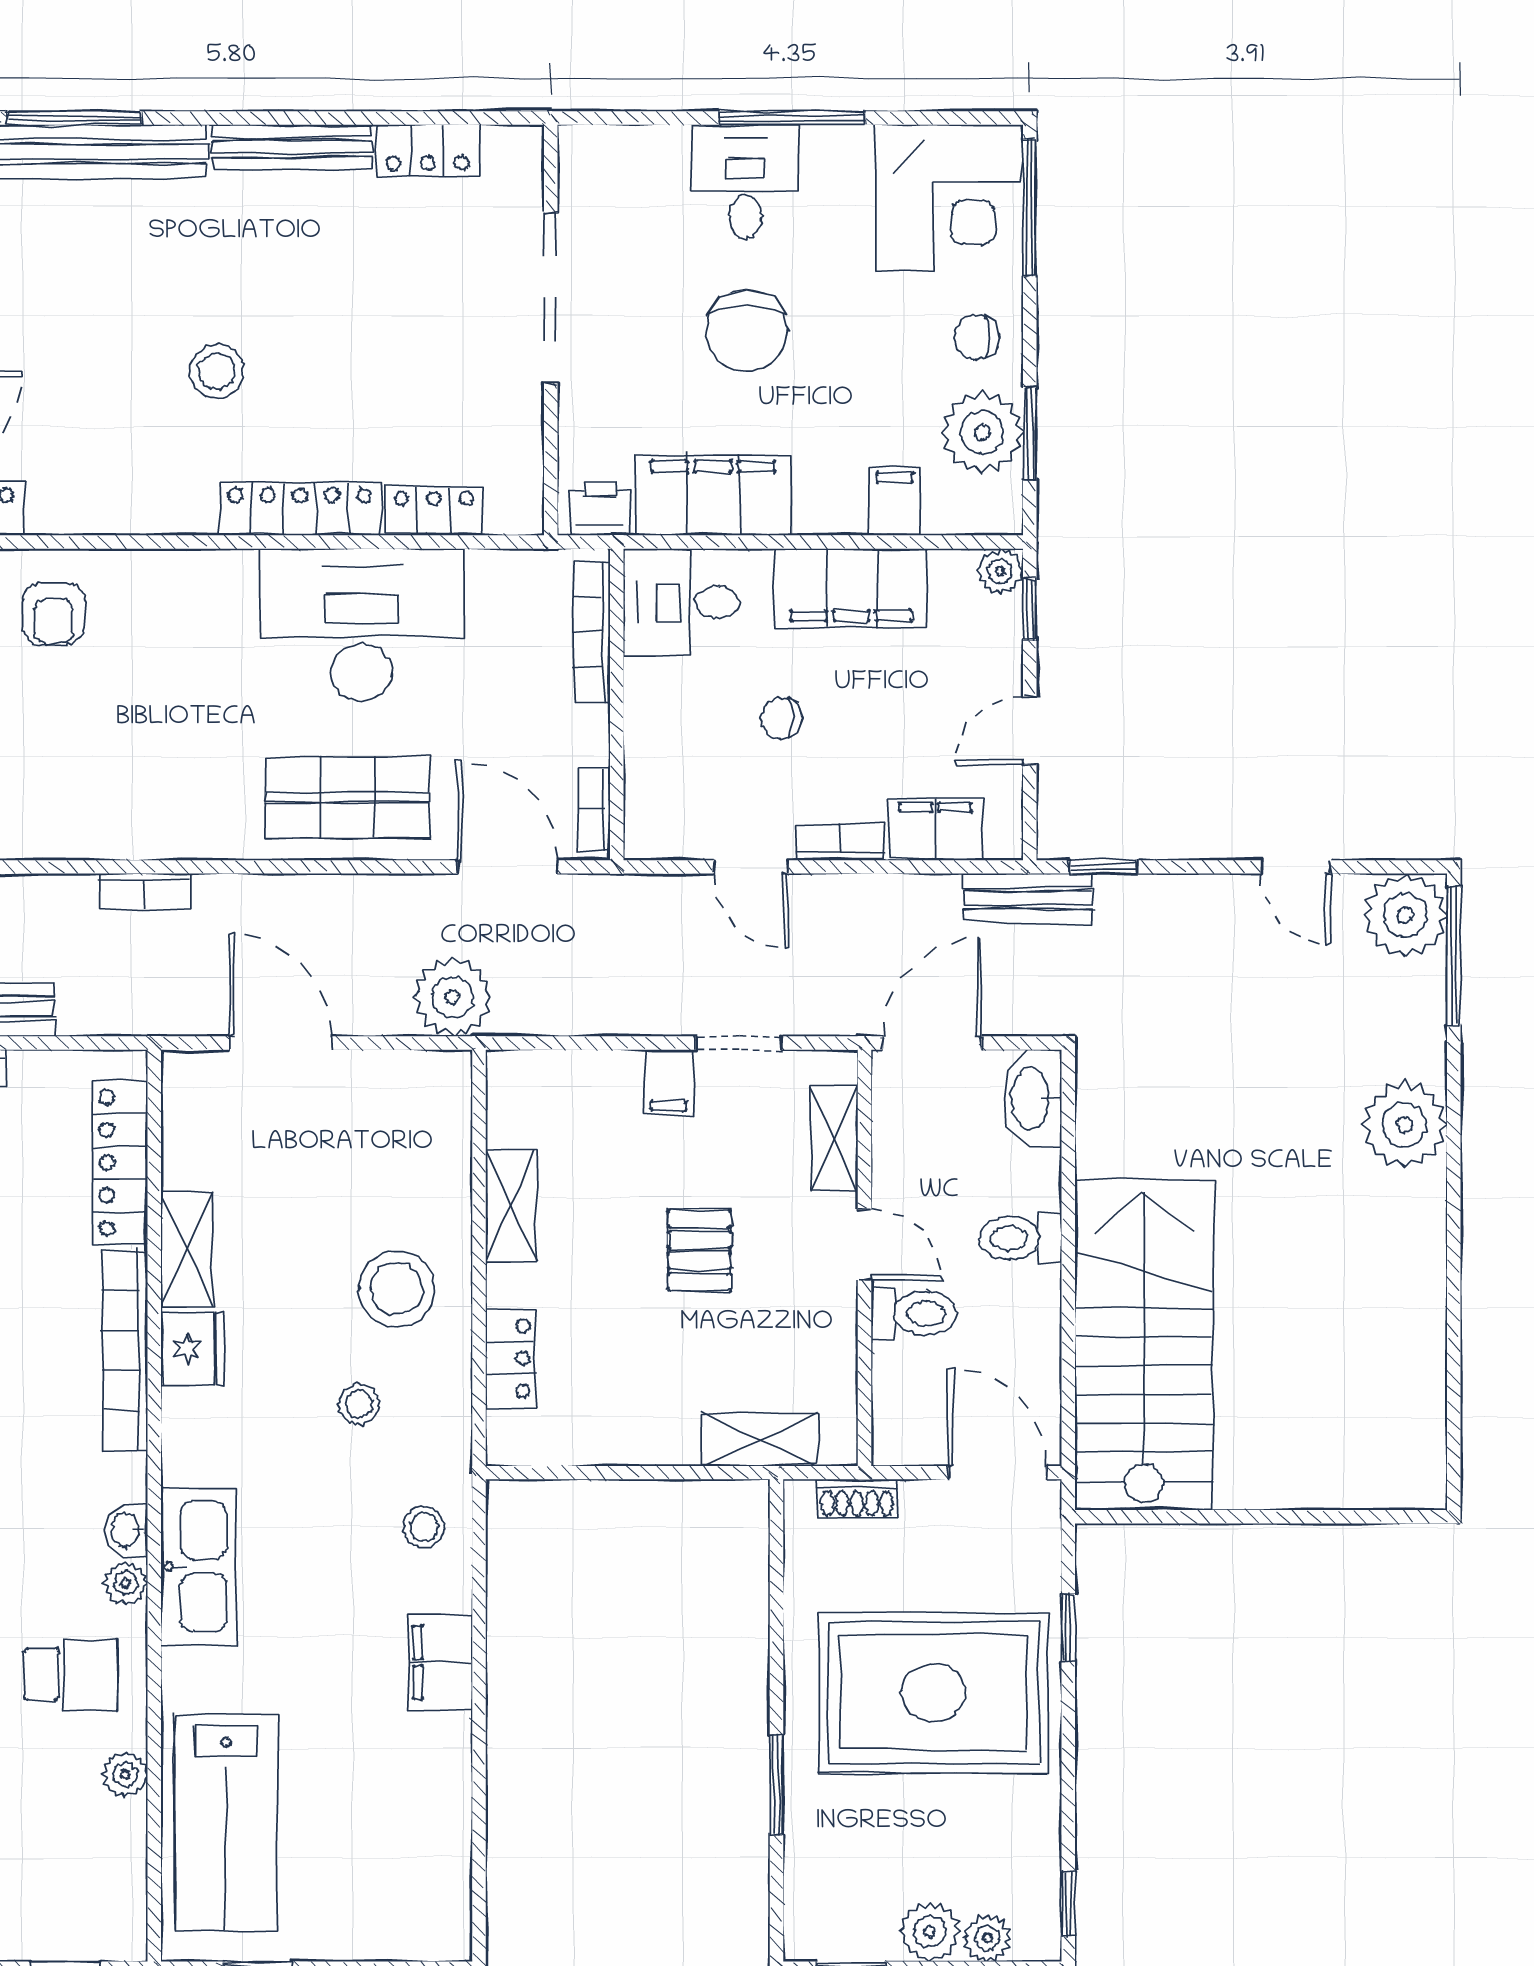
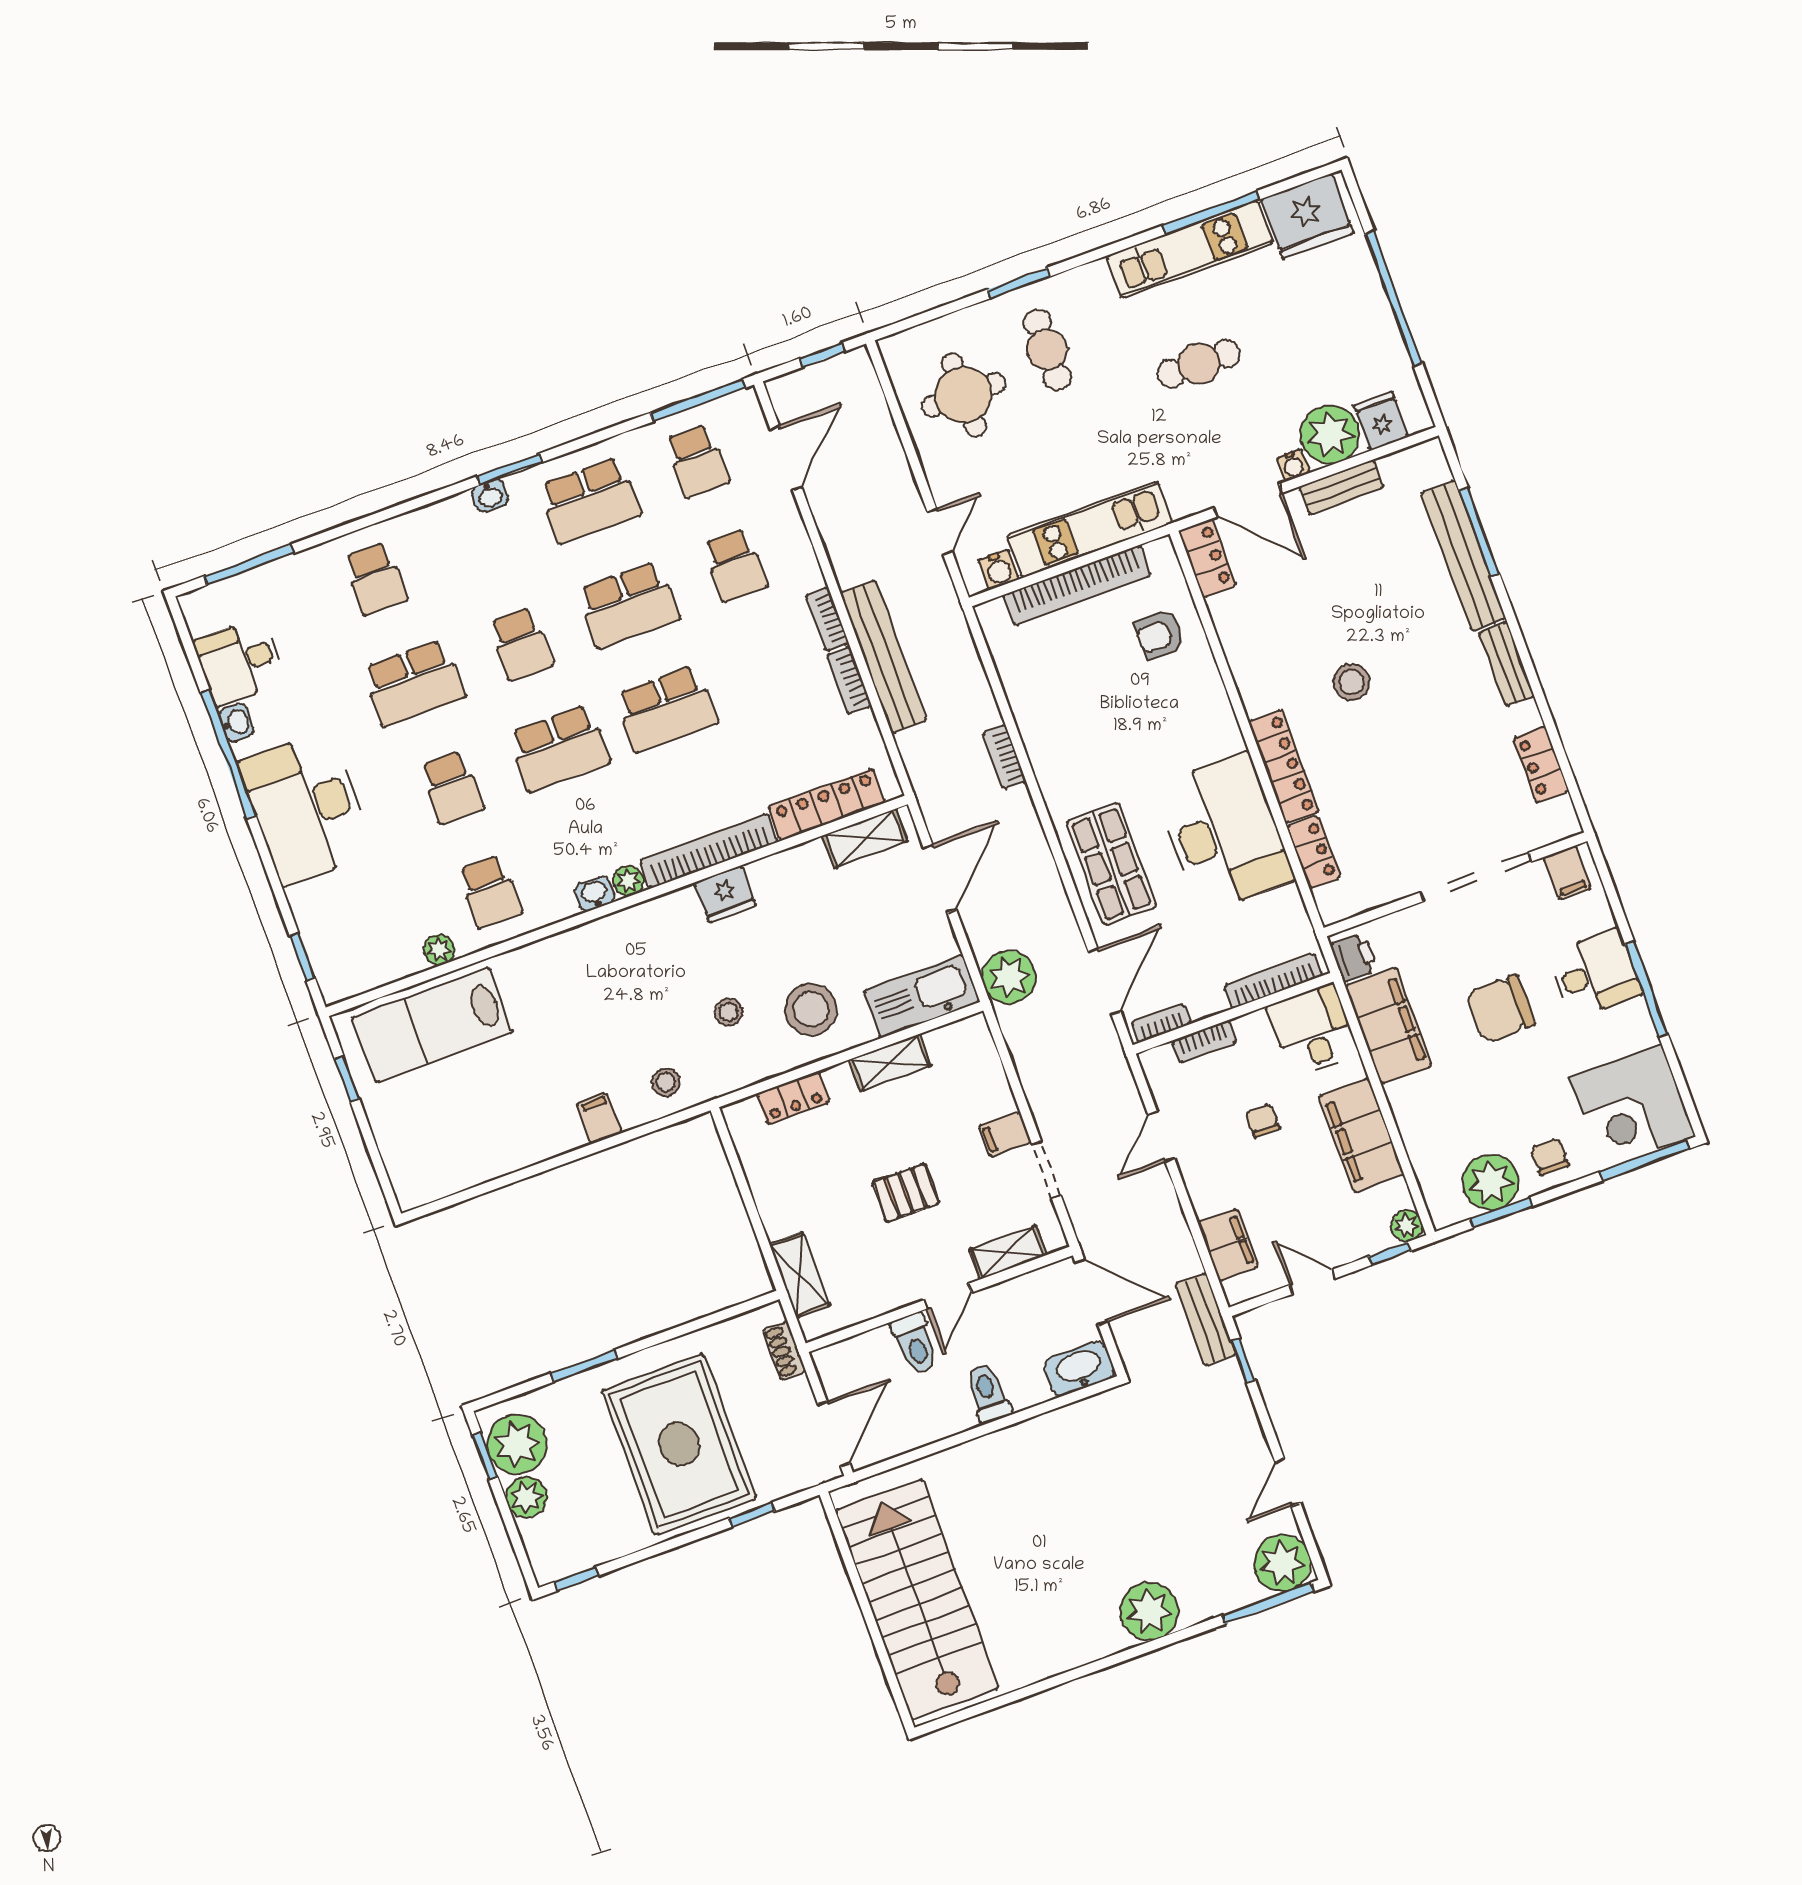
bench: (292, 147) -> (1507, 664), width x0.73
filing cabinet: (895, 501) -> (1567, 873), moved, turned 90
bookcase: (840, 842) -> (1204, 1042), moved, turned 90
shelving: (187, 1250) -> (865, 838), moved
stairs: (1144, 1345) -> (917, 1599), moved, turned -90
kitchen sink: (198, 1566) -> (922, 996), moved, turned 180
plant: (125, 1583) -> (628, 881), moved
filing cabinet: (440, 1662) -> (599, 1118), width x0.50
plant: (987, 1938) -> (517, 1444), moved, width x1.87, depth x1.87

